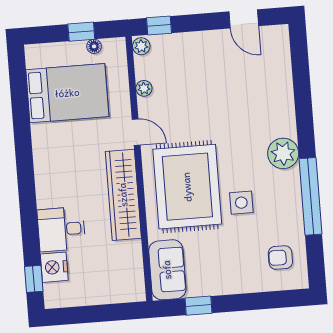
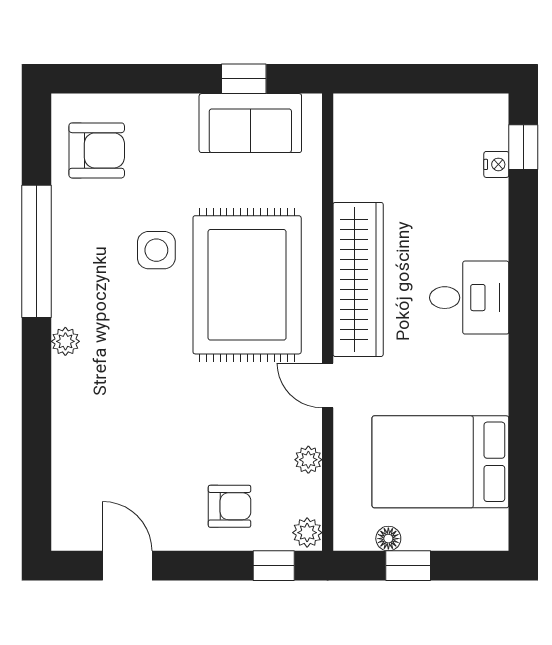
armchair: (187, 58) -> (230, 506), added
plant: (283, 153) -> (65, 341), width x0.53, depth x0.53
desk: (61, 229) -> (469, 298), moved
armchair: (280, 258) -> (97, 150), width x1.38, depth x1.38
nightstand: (54, 267) -> (496, 164), width x0.53, depth x0.56
sofa: (167, 270) -> (250, 123), moved, turned -90

